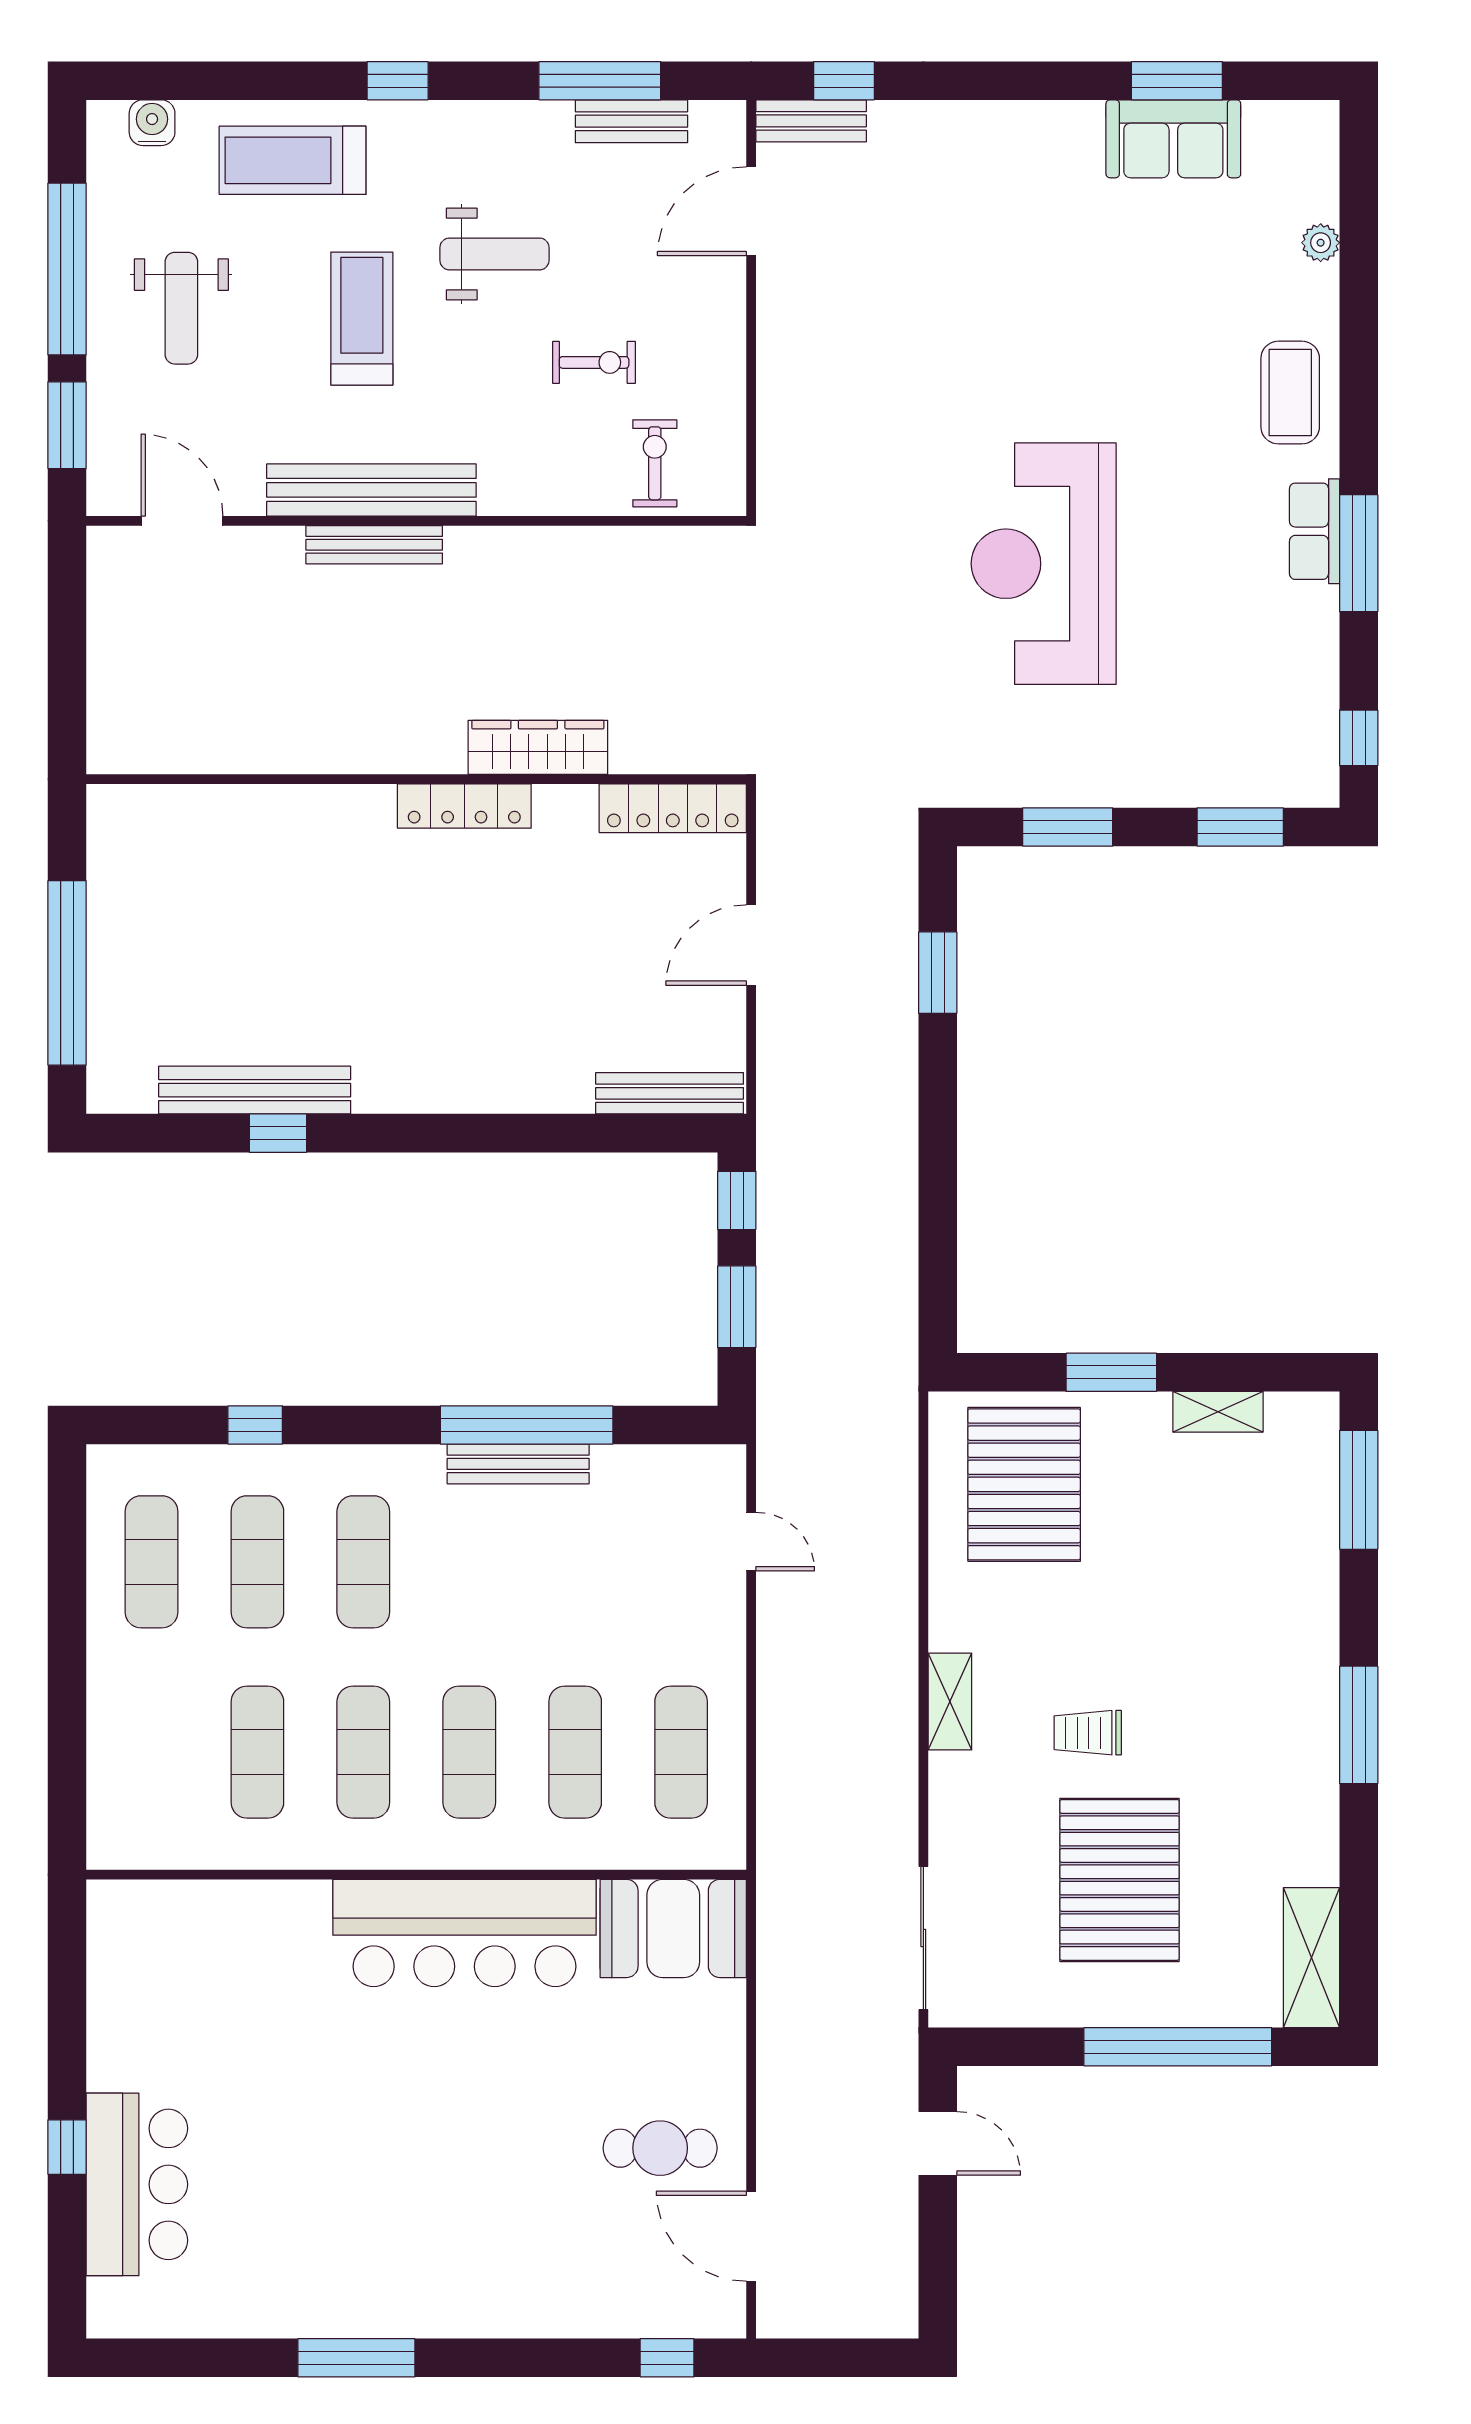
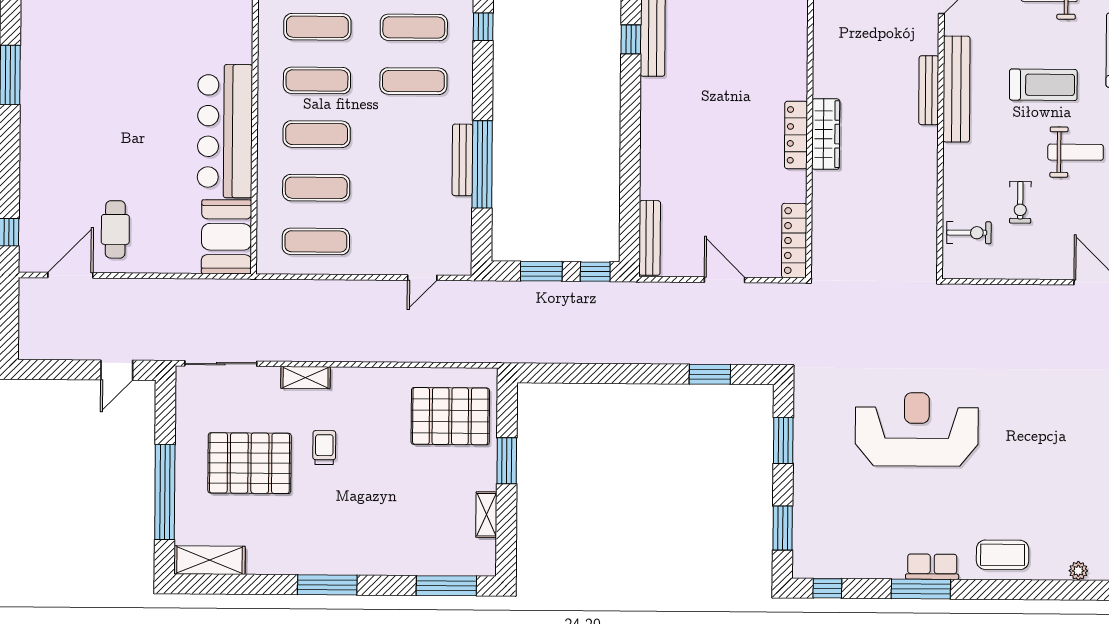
weight bench: (494, 254) -> (1076, 152), turned -90
wardrobe: (538, 747) -> (826, 134), moved
shelving: (950, 1702) -> (306, 378), moved

